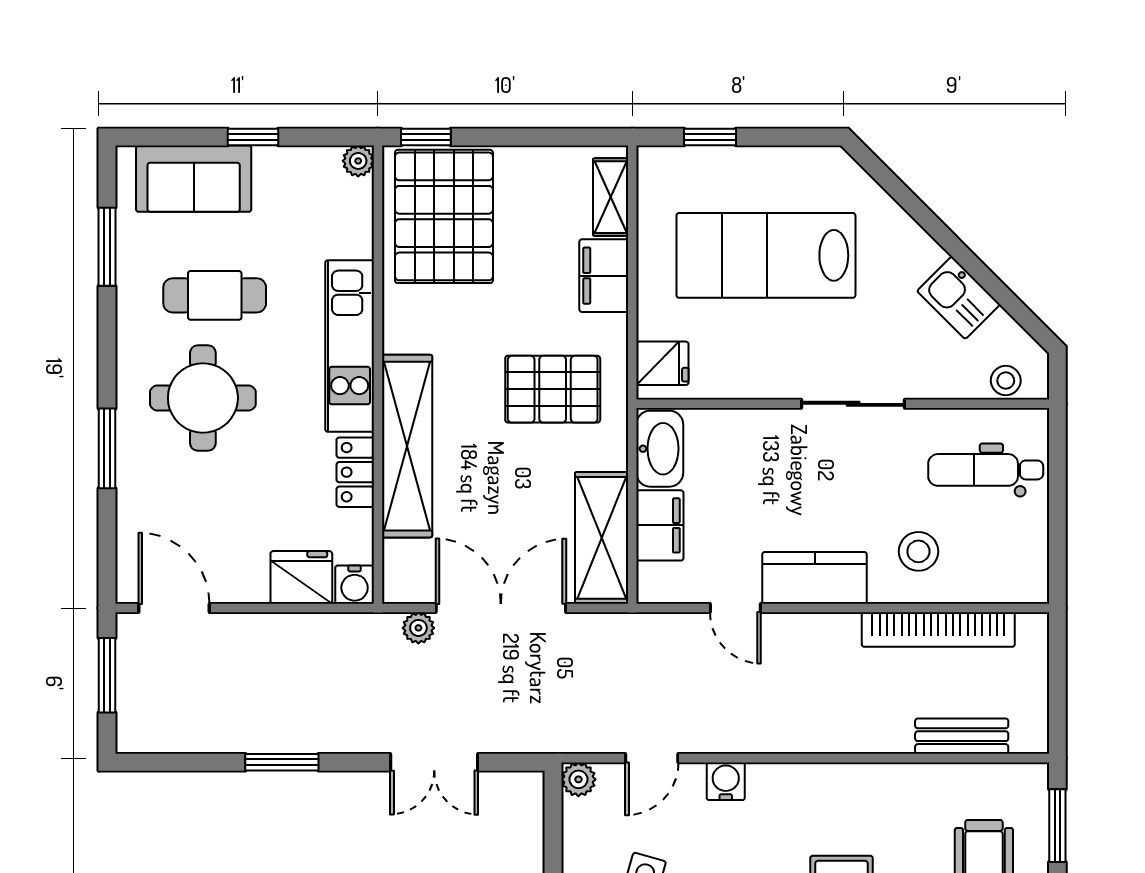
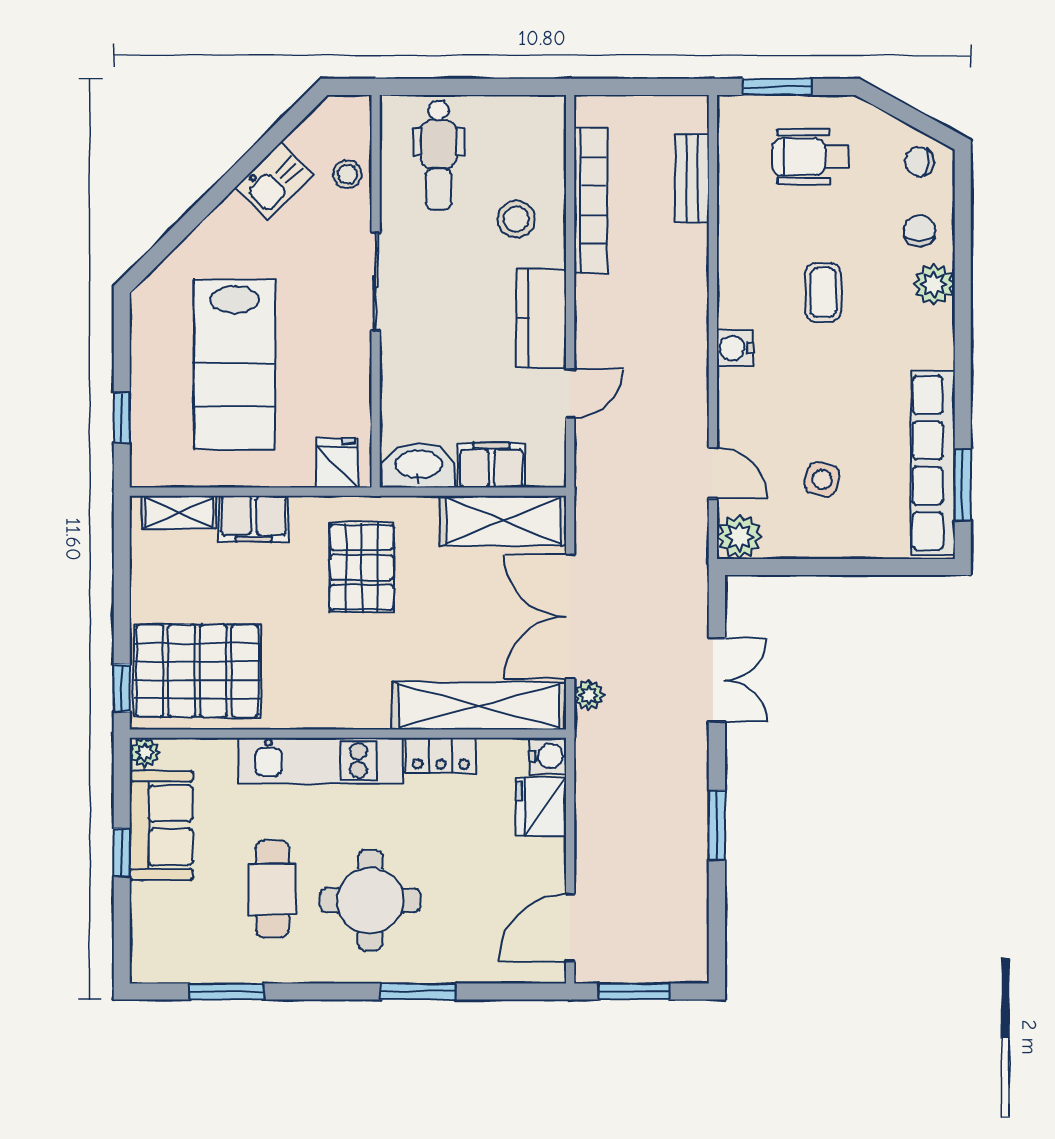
sofa: (194, 179) -> (161, 825), moved
stool: (1006, 381) -> (347, 174), moved
shelving: (407, 446) -> (479, 706), moved
plant: (578, 779) -> (739, 537), width x1.38, depth x1.38
water cooler: (726, 781) -> (735, 348), moved

